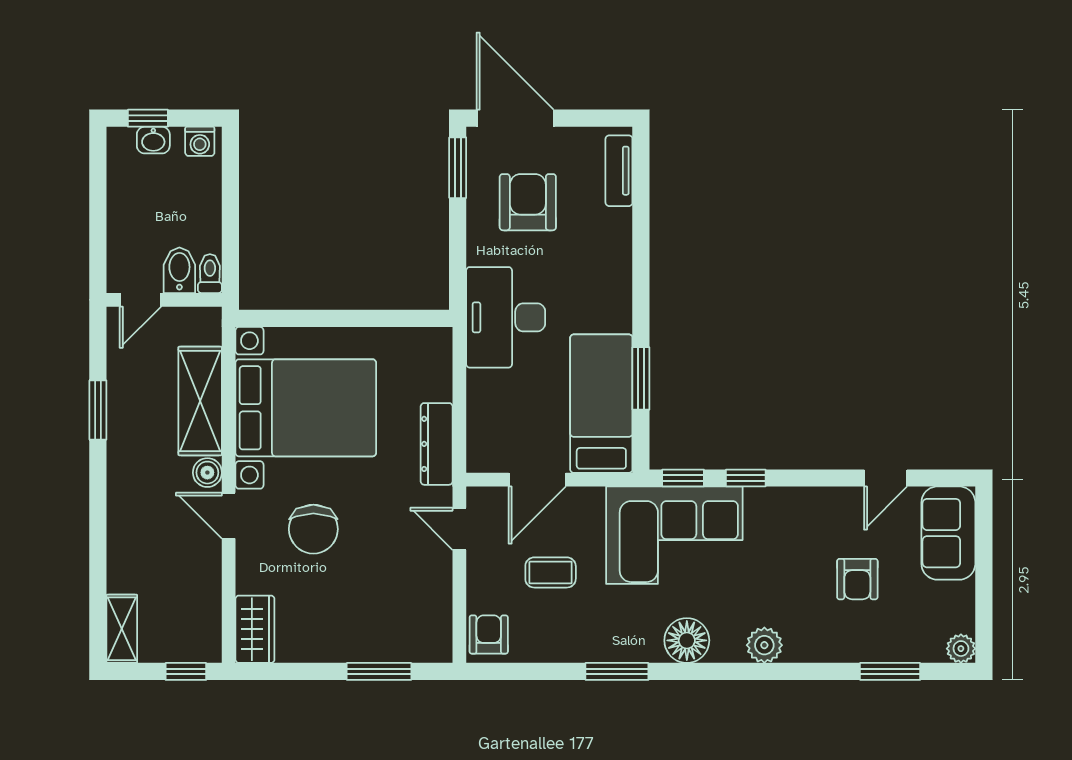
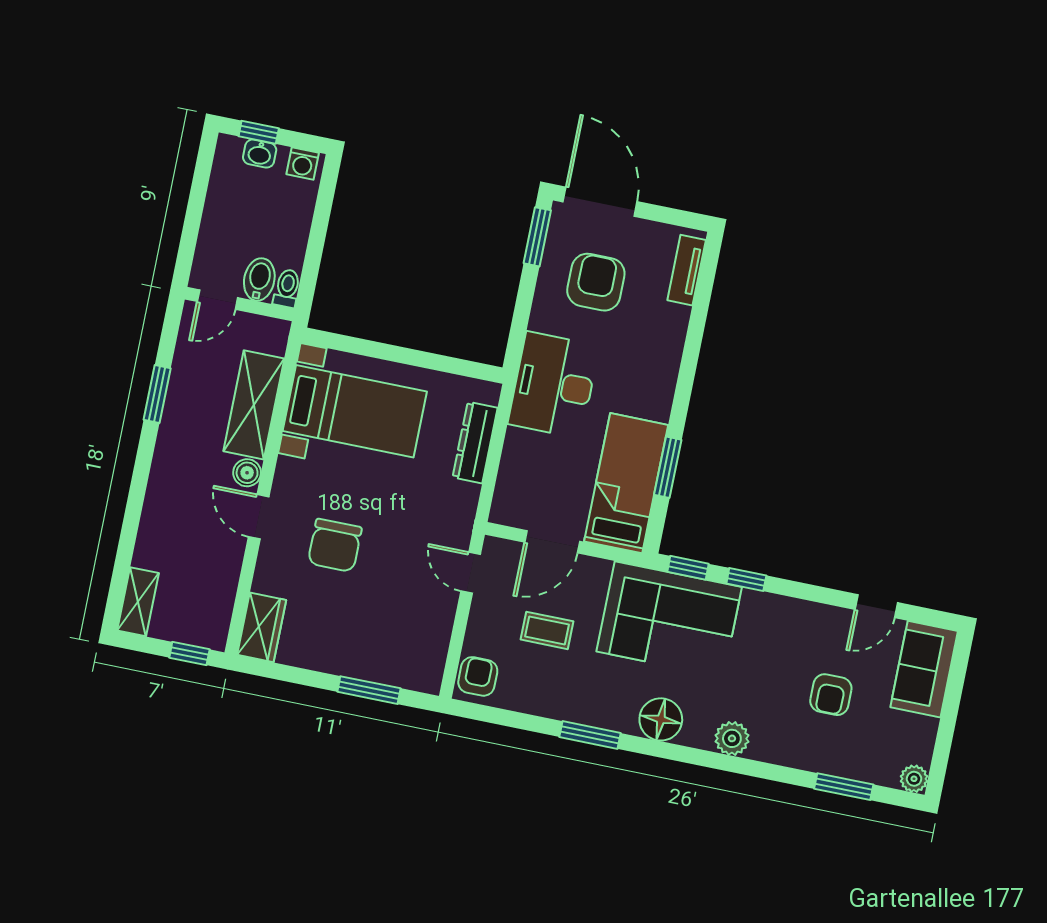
bed with nightstands: (306, 408) -> (355, 411), width x0.73
dresser: (437, 444) -> (475, 443), moved

